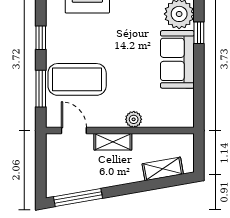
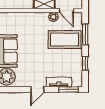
plant: (134, 119) -> (53, 17), moved

